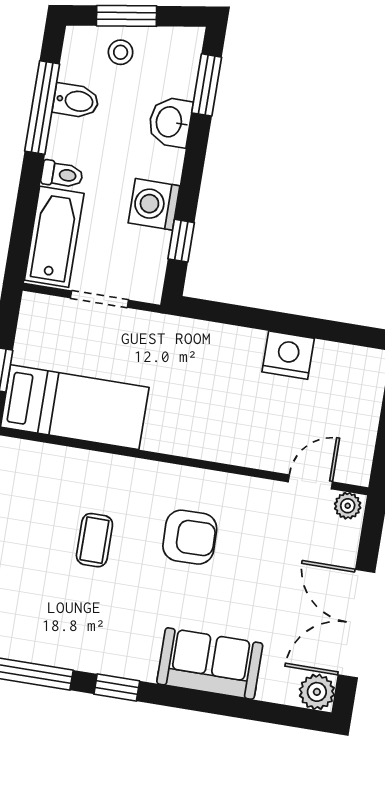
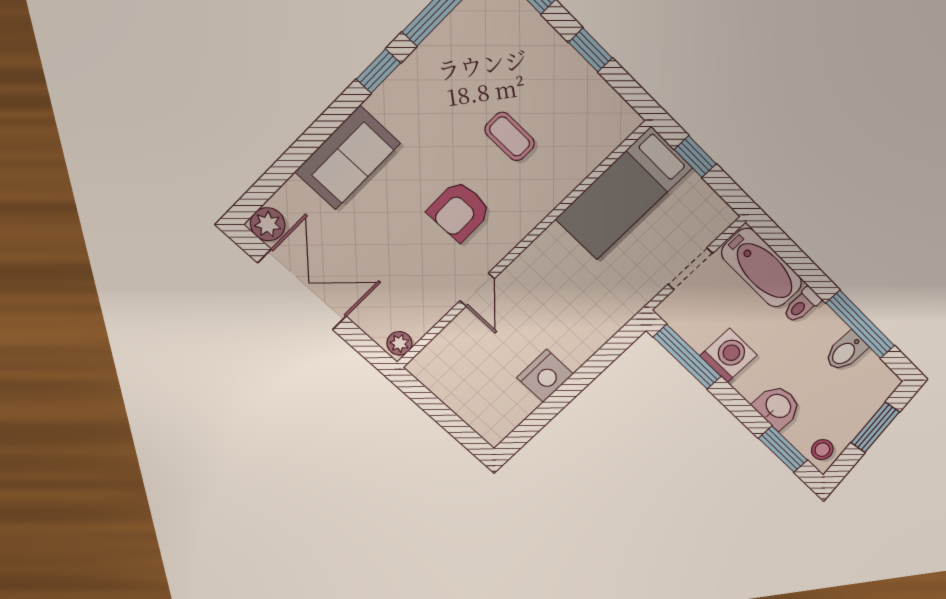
stool: (121, 52) -> (822, 450), moved
window: (181, 241) -> (687, 357), width x2.17
door: (310, 482) -> (477, 290), moved

